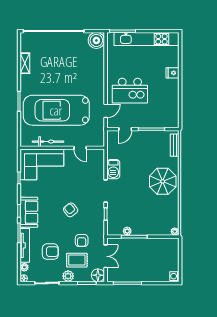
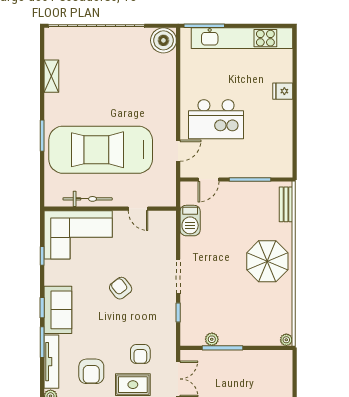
barbecue: (113, 169) -> (190, 221), moved
armchair: (71, 210) -> (121, 288), moved
armchair: (50, 252) -> (91, 371), turned 90

